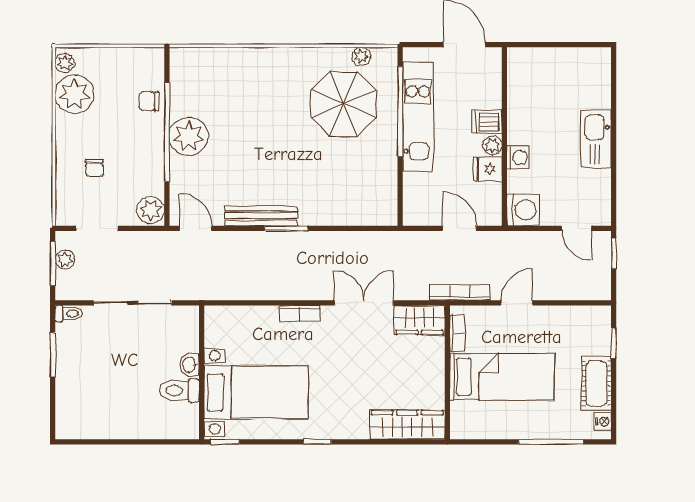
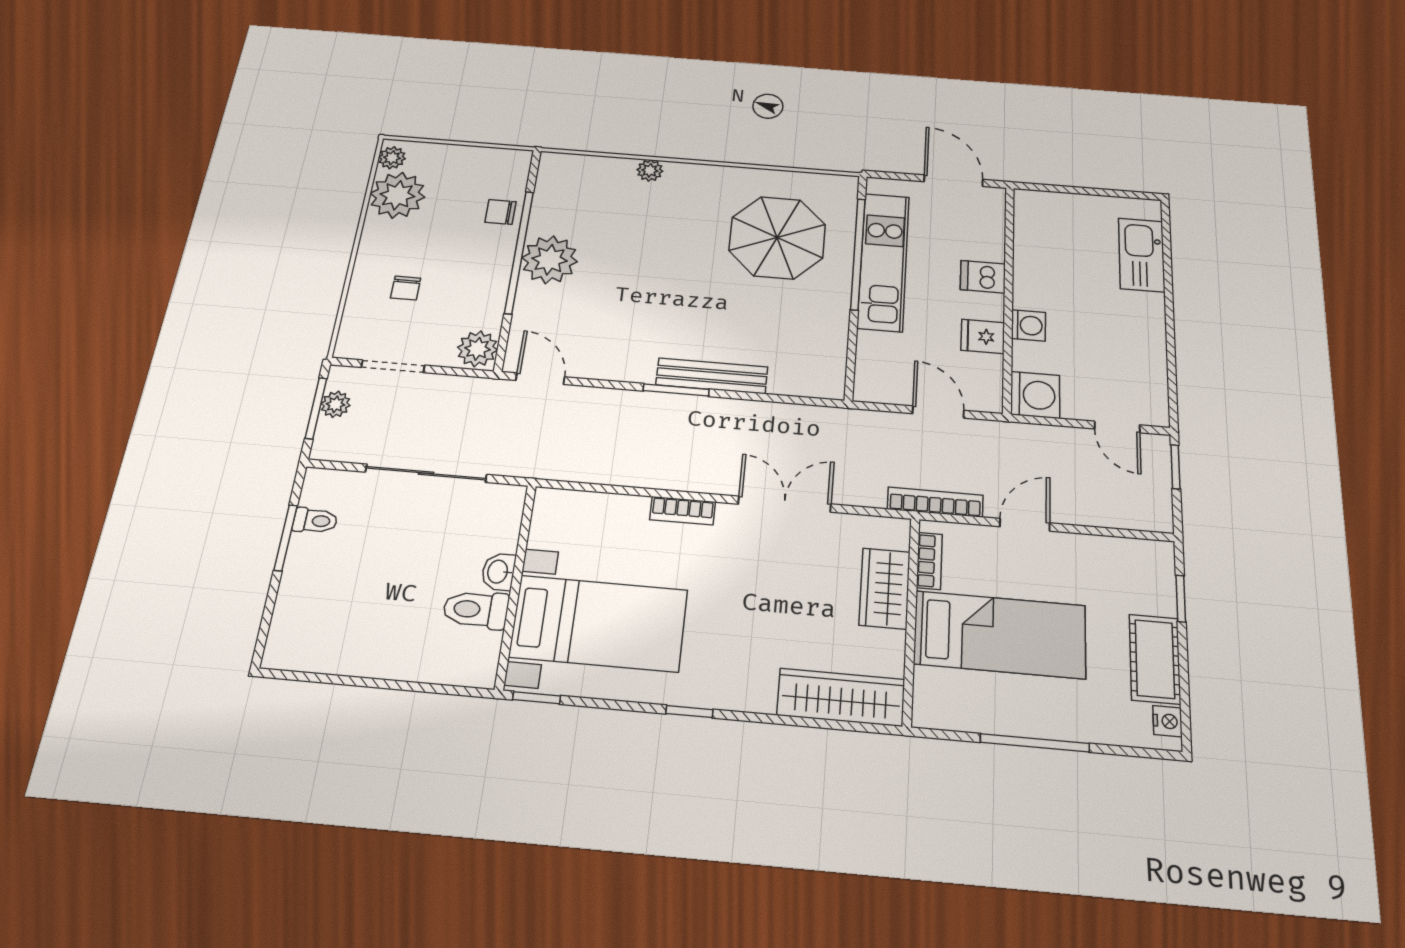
plant: (361, 56) -> (650, 170), moved
kitchen sink: (596, 139) -> (1142, 255), moved
plant: (492, 145) -> (991, 307), removed
bench: (261, 216) -> (712, 376), moved
toilet: (69, 314) -> (315, 521), moved
wardrobe: (419, 320) -> (885, 588), moved, turned 90
window: (551, 442) -> (1035, 743), moved

